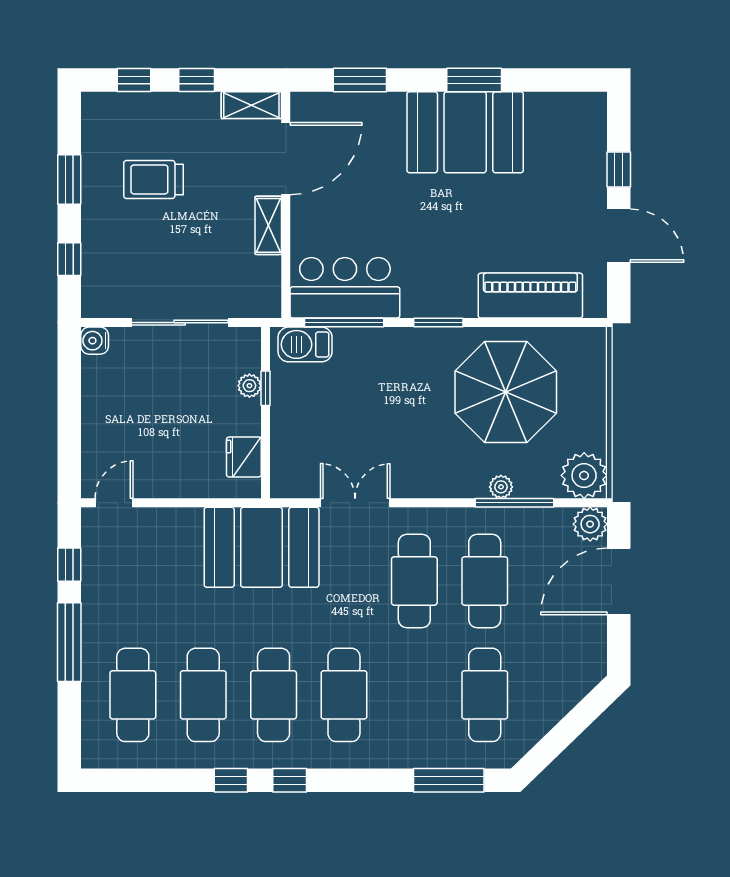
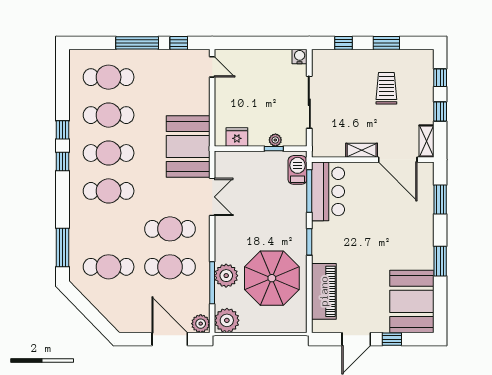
booth: (465, 132) -> (412, 301), moved
plant: (501, 487) -> (226, 276), width x1.88, depth x1.88

